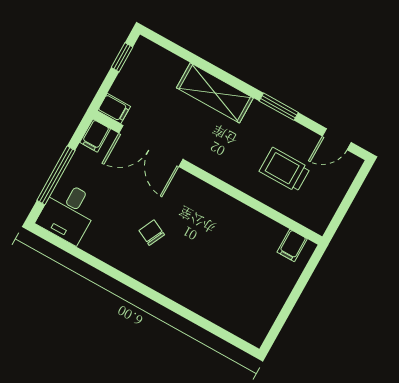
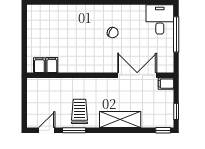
window: (158, 39) -> (163, 130), added
window: (279, 107) -> (74, 130), moved
filing cabinet: (95, 136) -> (52, 65), moved
trolley: (285, 170) -> (80, 111), moved, turned -90

